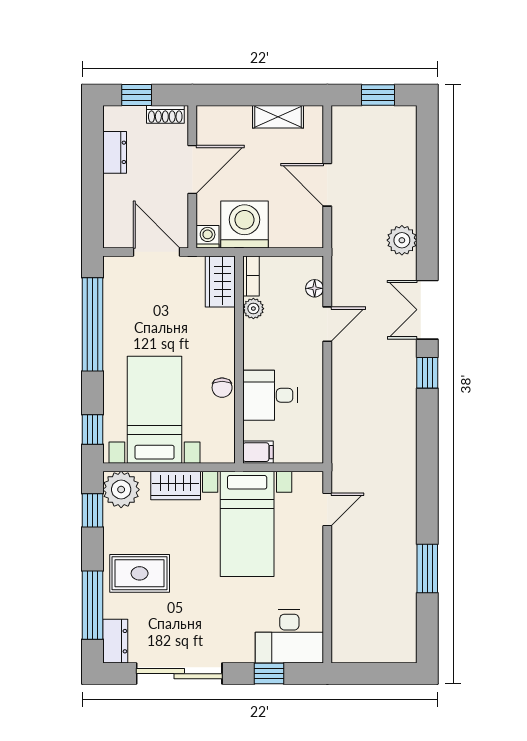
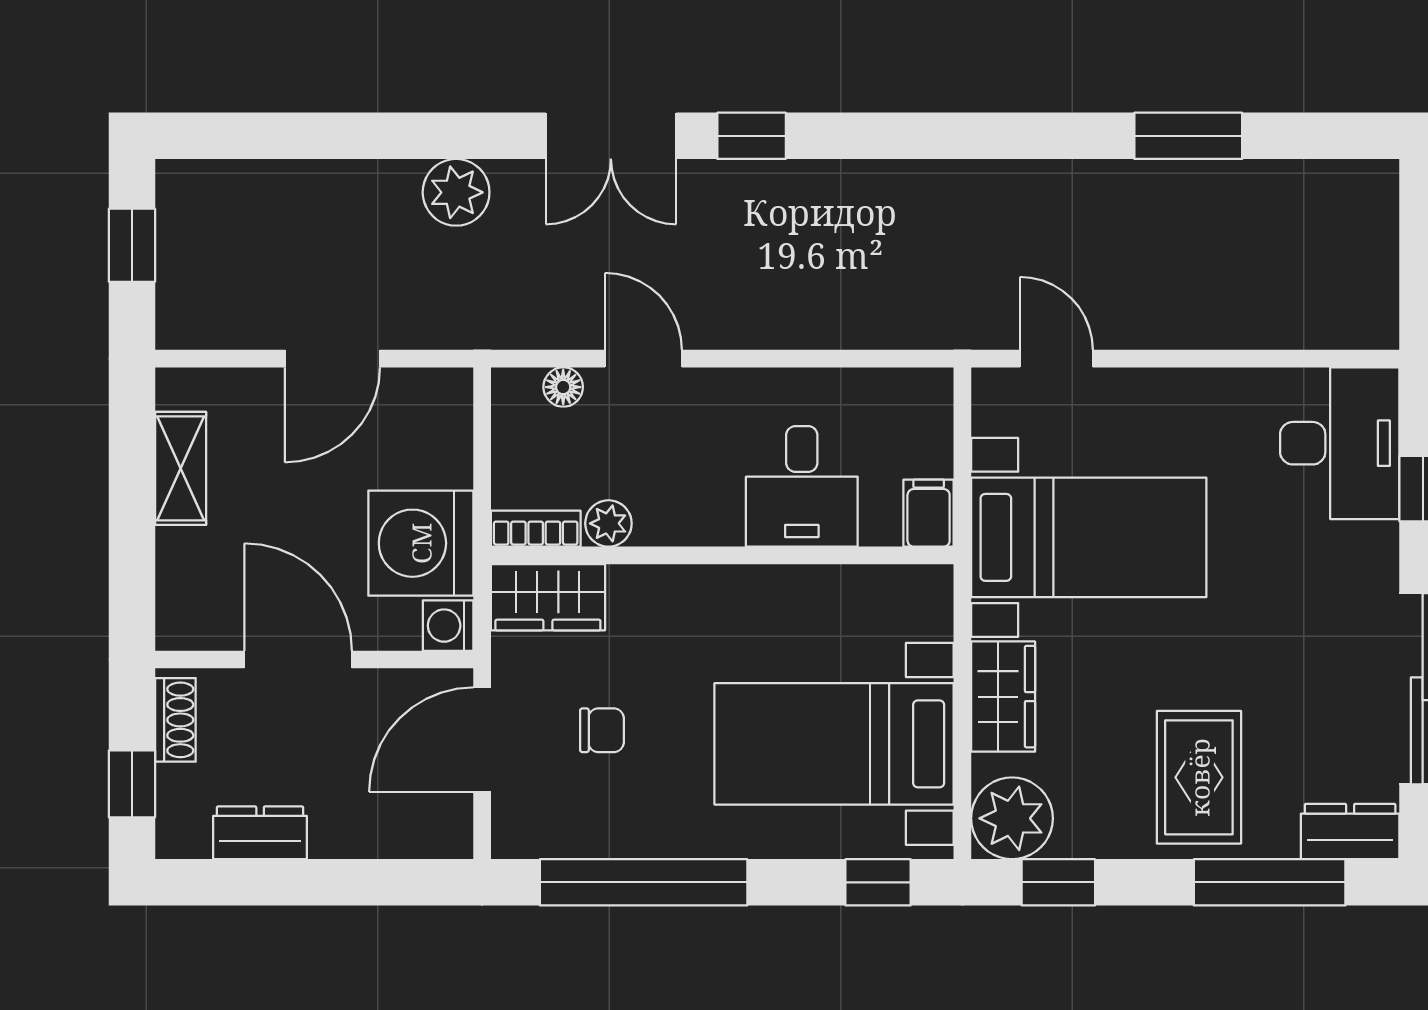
chair: (222, 388) -> (602, 730), moved

